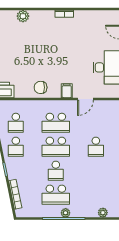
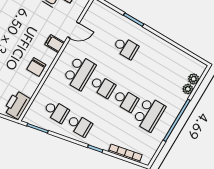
door: (85, 99) -> (73, 30), hinge flipped
school desk: (56, 147) -> (103, 86), width x0.54
plant: (66, 213) -> (188, 89), moved

